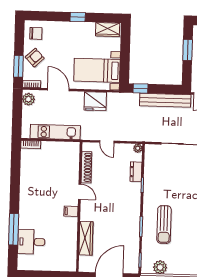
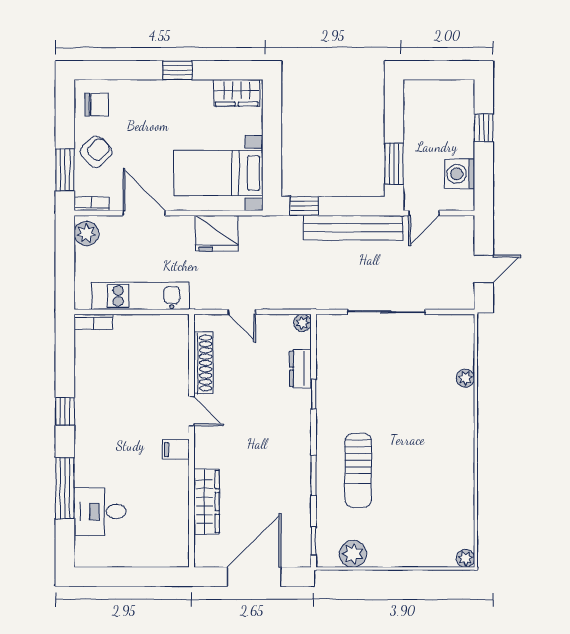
window: (188, 50) -> (394, 164), moved
window: (15, 190) -> (65, 411), added

